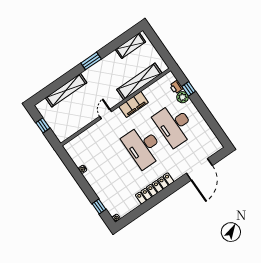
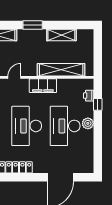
shelving: (130, 46) -> (61, 35), moved
plant: (183, 97) -> (88, 123), moved

